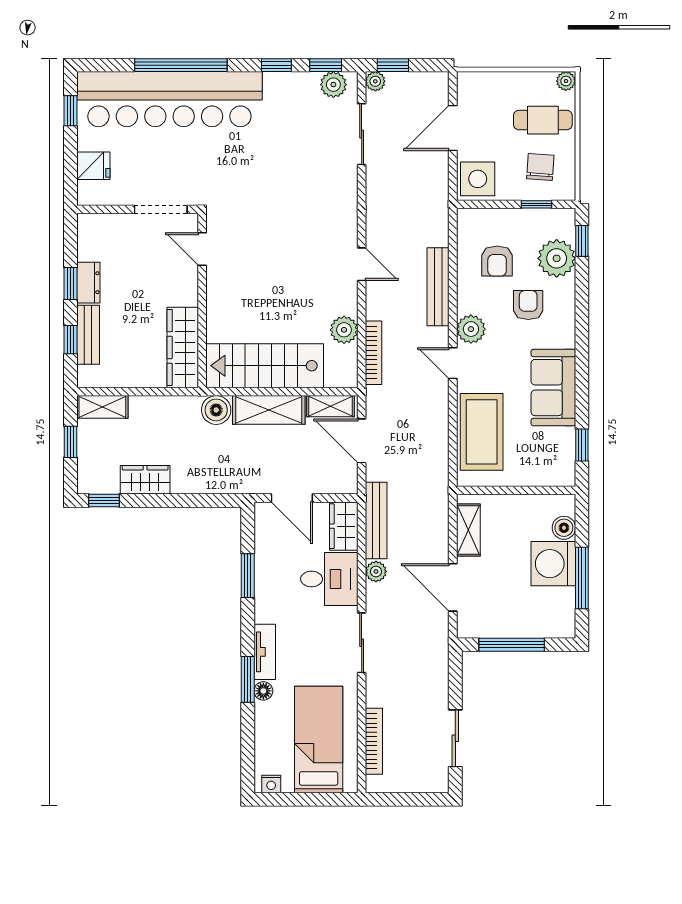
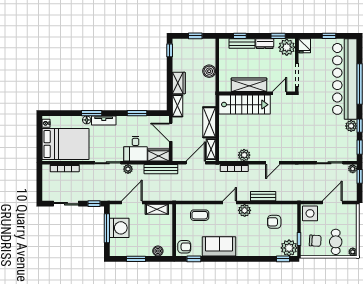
plant: (333, 85) -> (351, 126), moved
window: (71, 111) -> (329, 36), moved
door: (453, 128) -> (332, 203), hinge flipped
fridge: (93, 166) -> (304, 46), moved
plant: (97, 232) -> (287, 47), added
plant: (557, 258) -> (289, 248), moved
window: (71, 283) -> (278, 36), moved
bench: (438, 287) -> (263, 196), width x0.73
armchair: (528, 305) -> (184, 247), moved
wardrobe: (183, 348) -> (249, 85), moved
stairs: (265, 366) -> (244, 105), moved, turned 90
shelving: (102, 407) -> (177, 106), moved
boiler: (216, 410) -> (209, 71), moved
coffee table: (482, 432) -> (200, 215), width x0.54, depth x0.58
wardrobe: (145, 480) -> (179, 83), moved
door: (292, 498) -> (171, 132), hinge flipped
washing machine: (553, 564) -> (119, 228), moved, turned 90
plant: (376, 571) -> (128, 169), moved
window: (582, 578) -> (136, 259), width x0.69
window: (455, 674) -> (94, 204), added
bed: (319, 739) -> (65, 144), width x1.50

